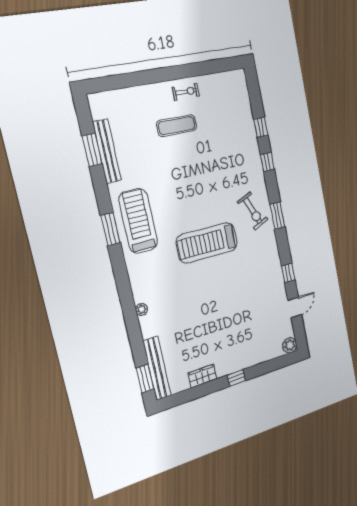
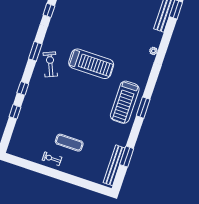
bench: (107, 151) -> (114, 165), moved

